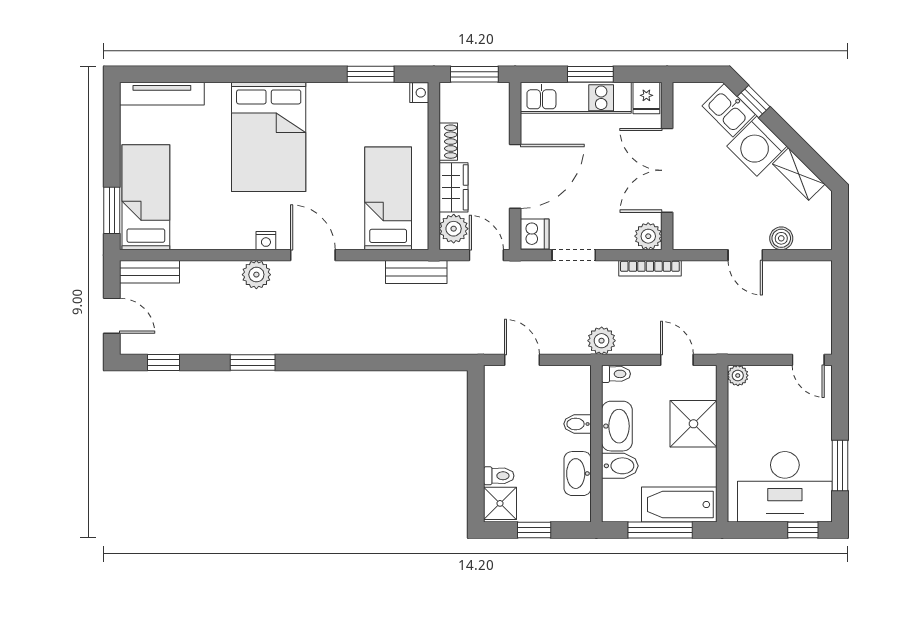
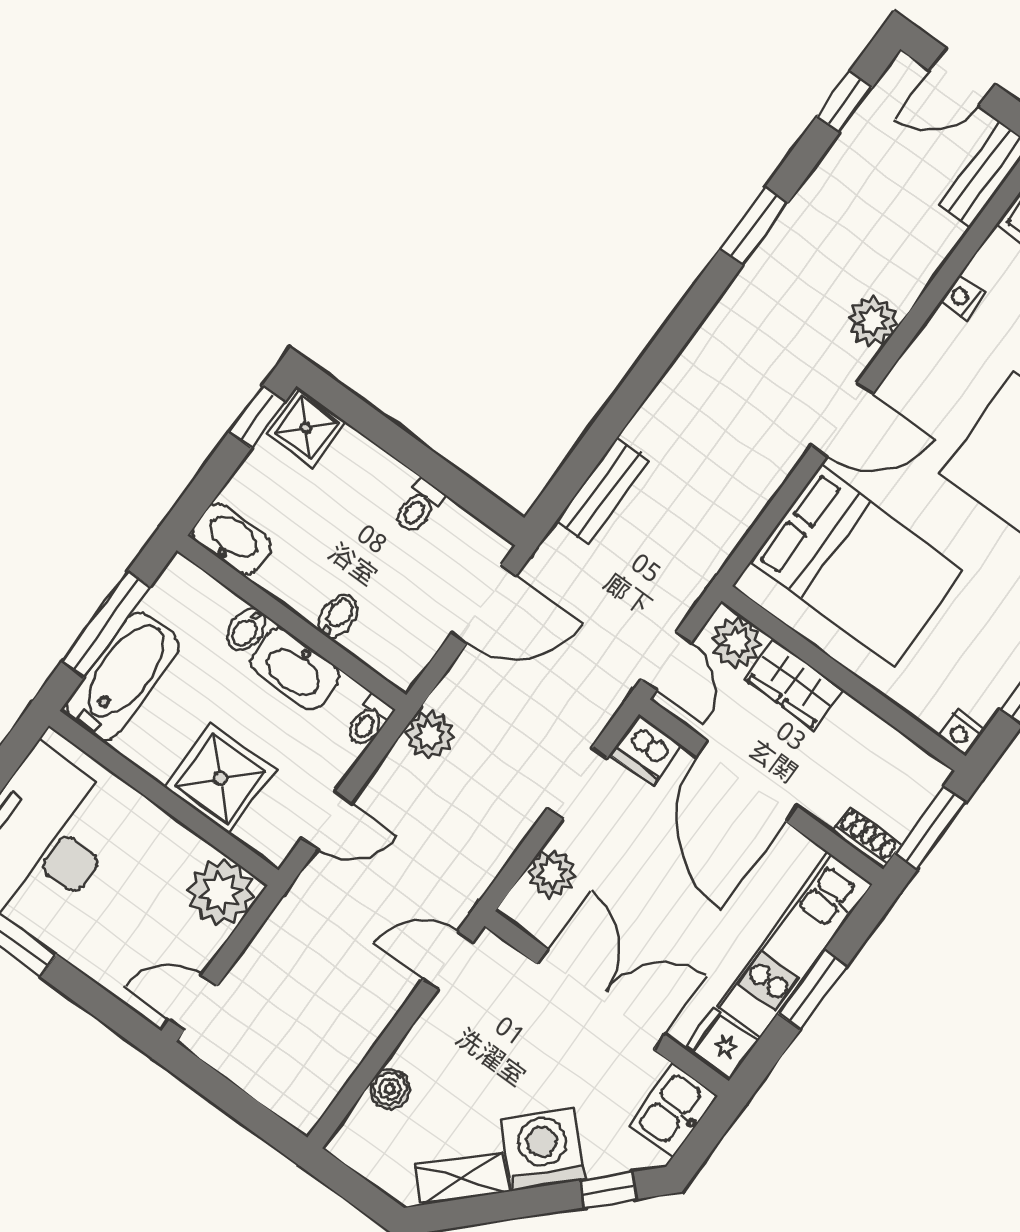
kitchen sink: (729, 110) -> (674, 1110), moved, turned -45
shoe rack: (448, 142) -> (866, 838), moved, turned 180
bed: (388, 198) -> (857, 566), width x1.50
plant: (648, 236) -> (552, 873), moved
nightstand: (266, 241) -> (962, 298), moved
door: (486, 255) -> (666, 661), hinge flipped
door: (745, 255) -> (448, 960), moved
bookcase: (650, 268) -> (482, 876), removed
bench: (416, 272) -> (603, 491), moved
door: (522, 360) -> (484, 604), width x1.38
plant: (738, 375) -> (221, 892), width x1.87, depth x1.87
bidet: (620, 466) -> (246, 630), width x0.72, depth x0.74
washbasin: (578, 474) -> (232, 539), moved
toilet: (499, 476) -> (418, 507), moved
window: (534, 530) -> (257, 417), moved

